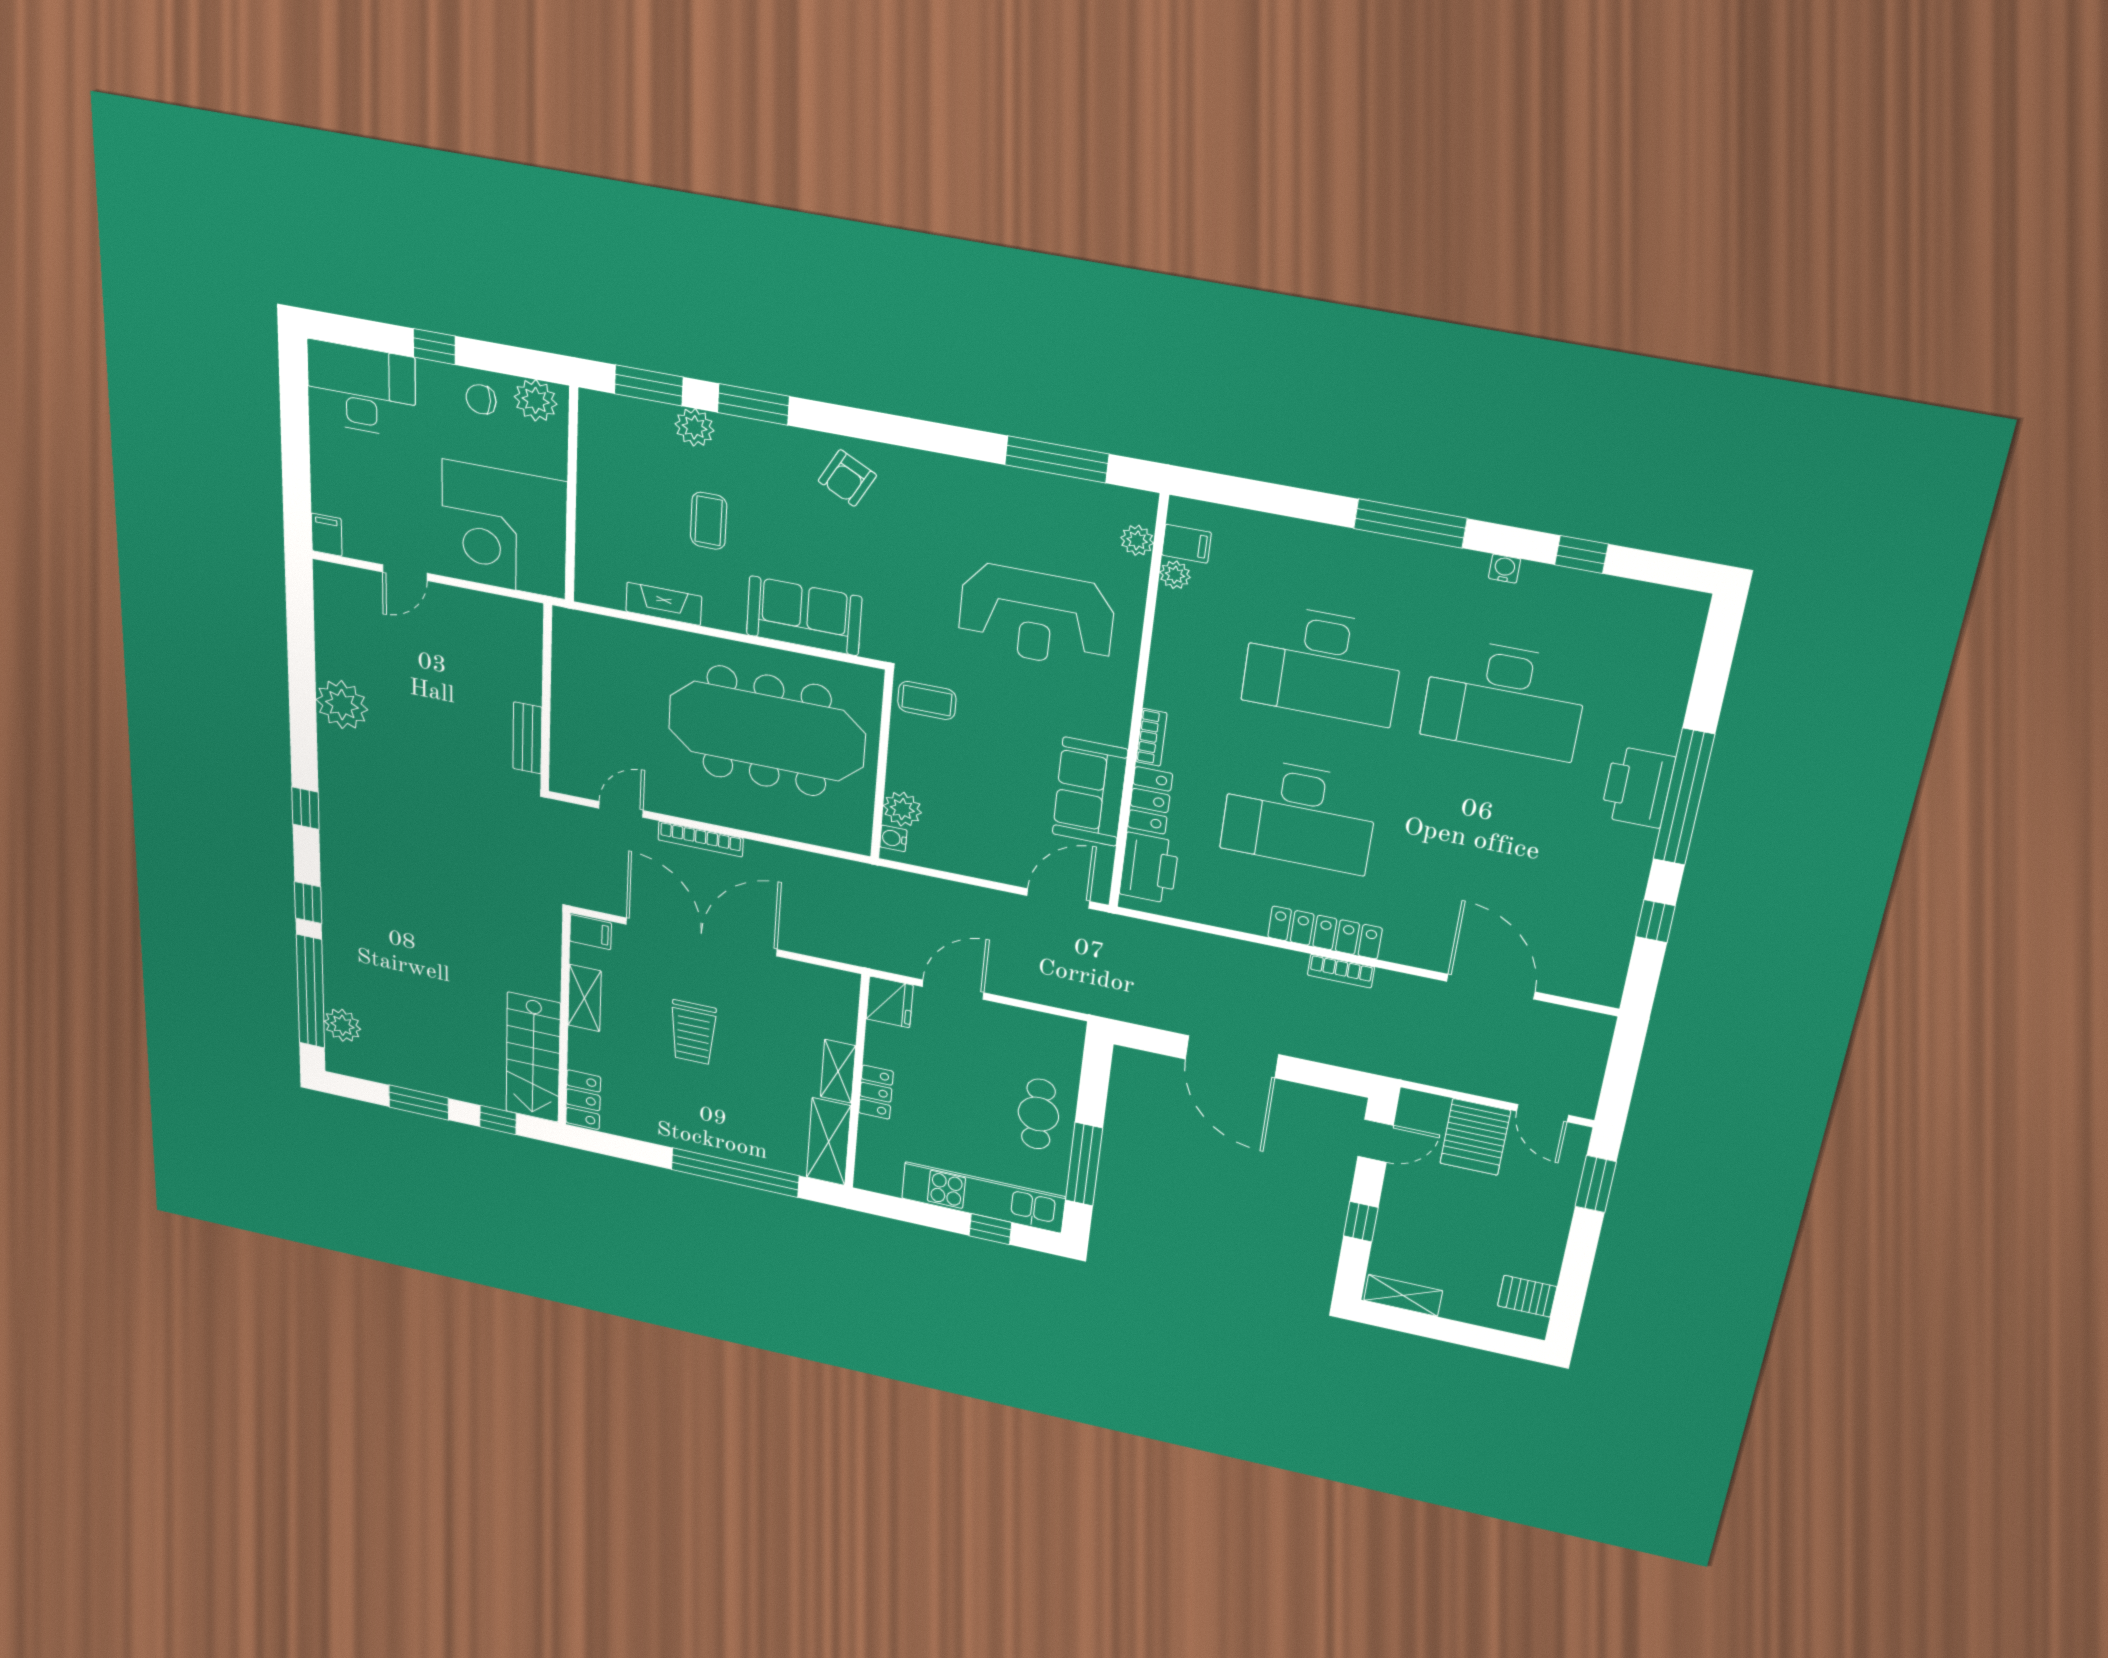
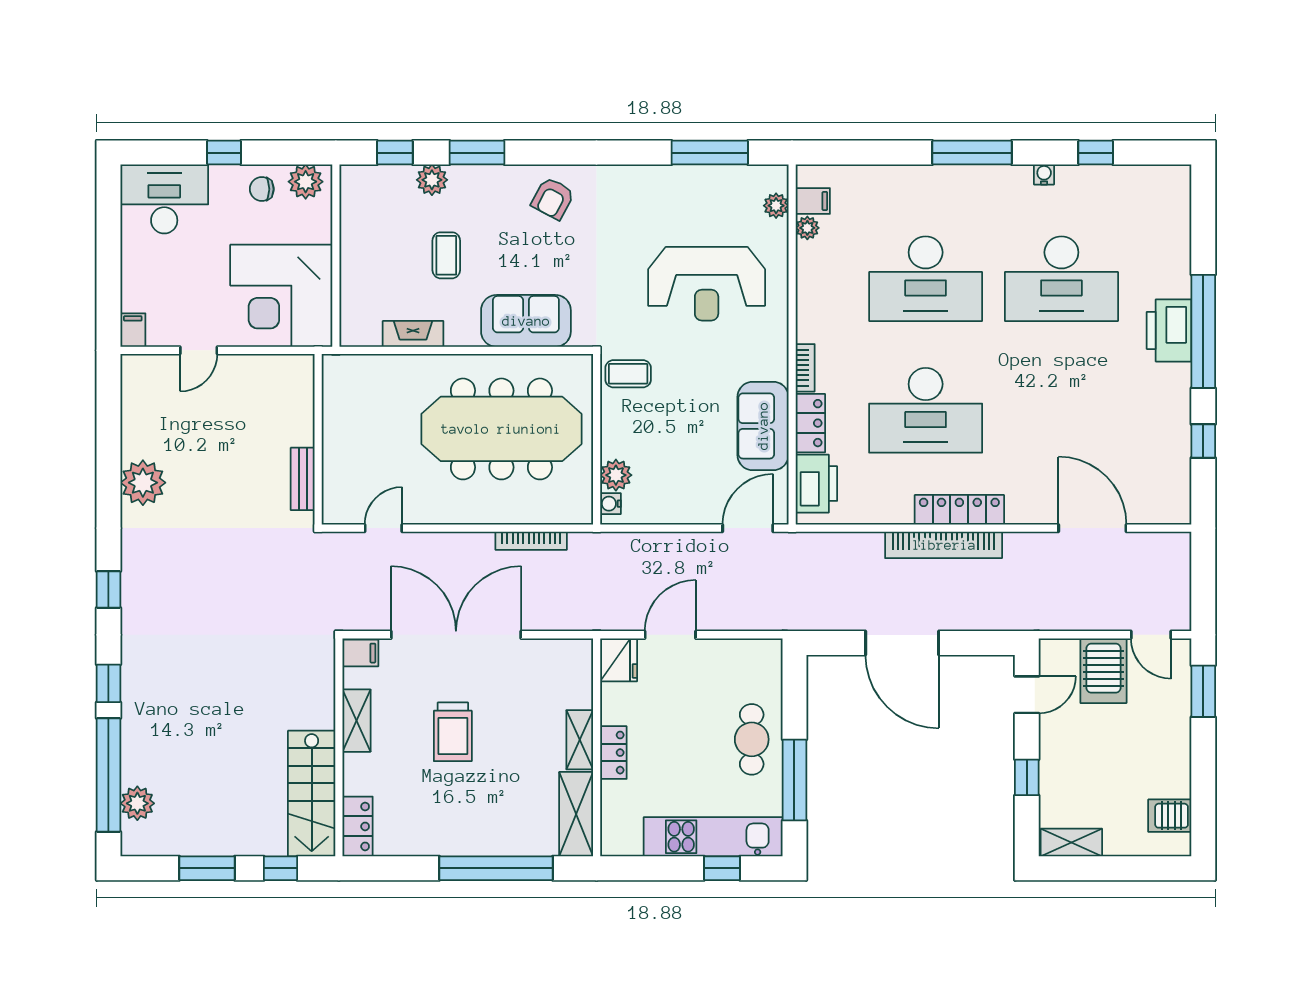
window: (649, 385) -> (395, 153), width x0.67
bookcase: (701, 839) -> (531, 541), moved
bookcase: (1341, 971) -> (944, 545), width x2.31, depth x1.31

